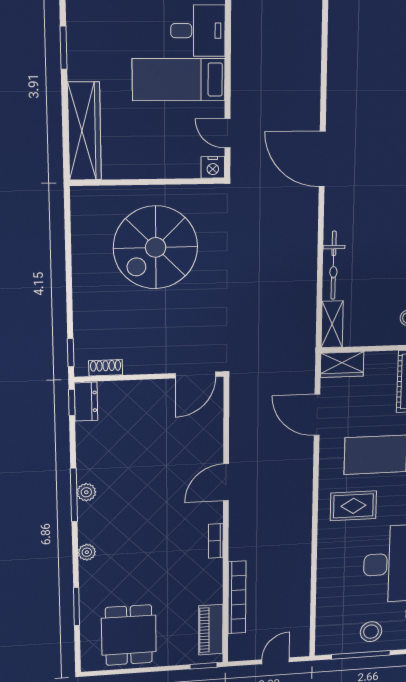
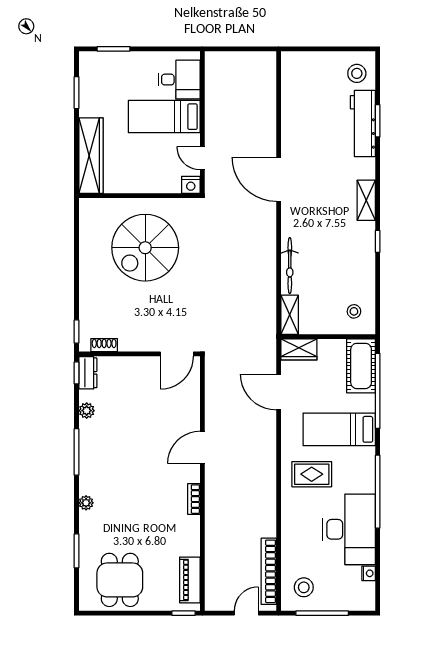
plant: (86, 492) -> (87, 411), moved
bookcase: (237, 597) -> (269, 571), moved, turned 180
stool: (371, 632) -> (304, 587), moved

